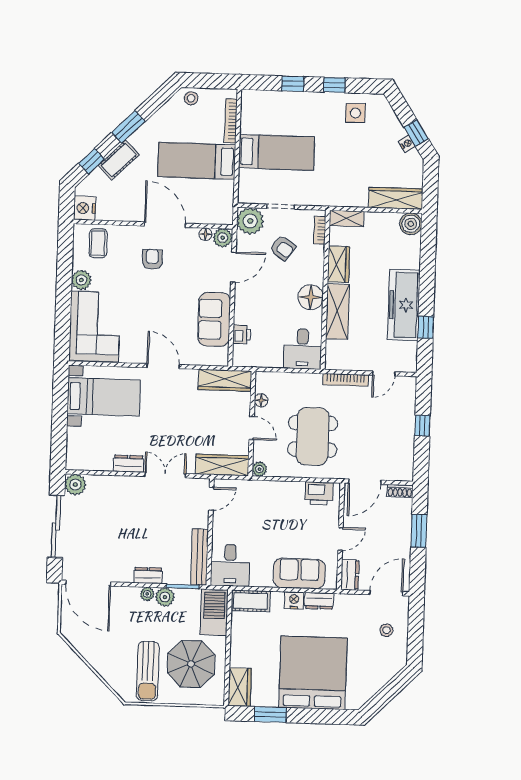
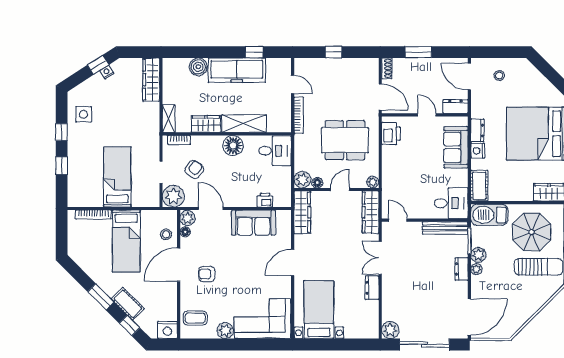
stool: (191, 98) -> (166, 234), moved
boiler: (411, 224) -> (198, 67), moved
plant: (265, 382) -> (302, 180), added

